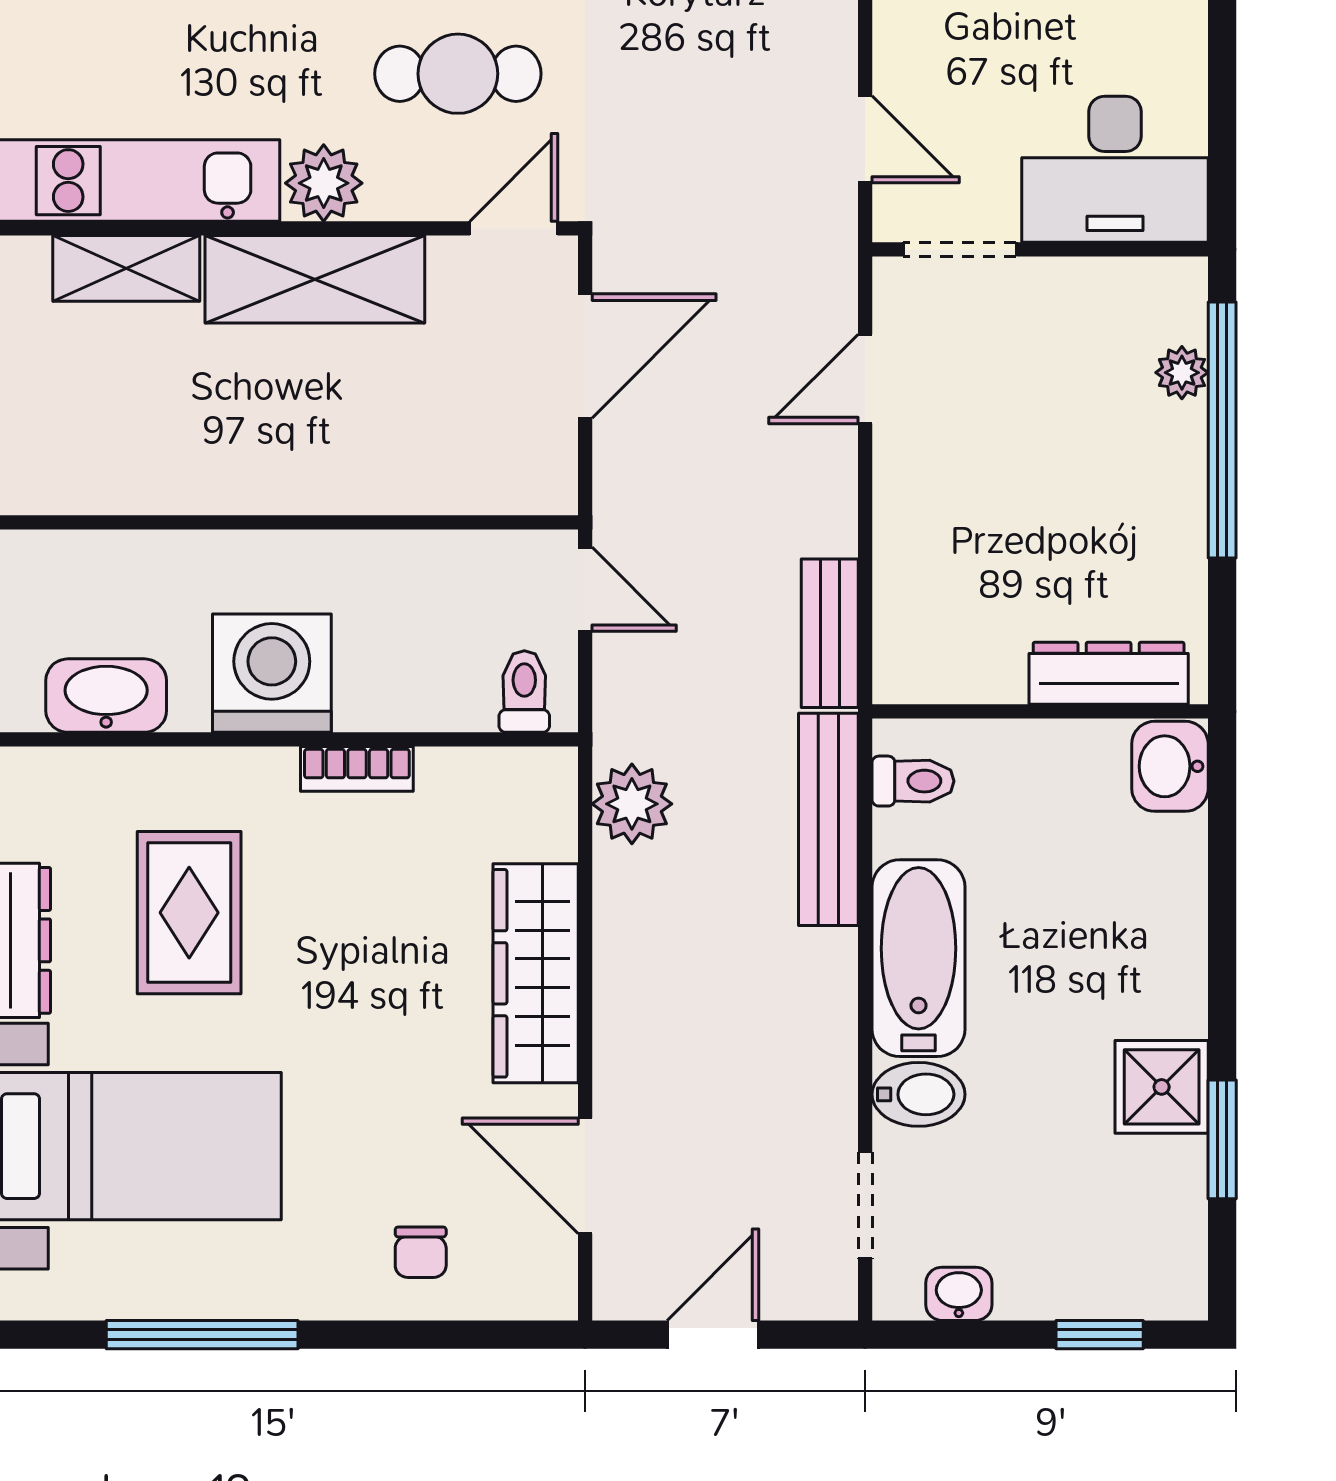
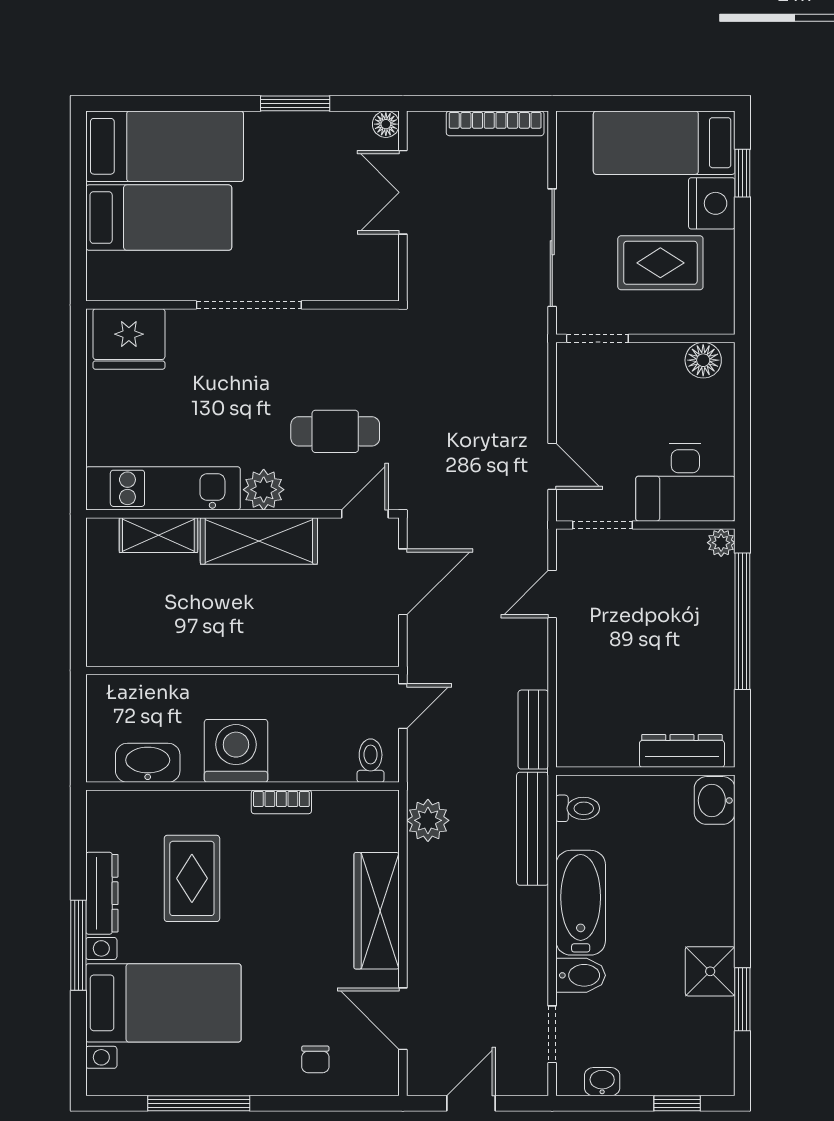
plant: (1182, 373) -> (721, 543), moved
door: (585, 589) -> (403, 706), hinge flipped

